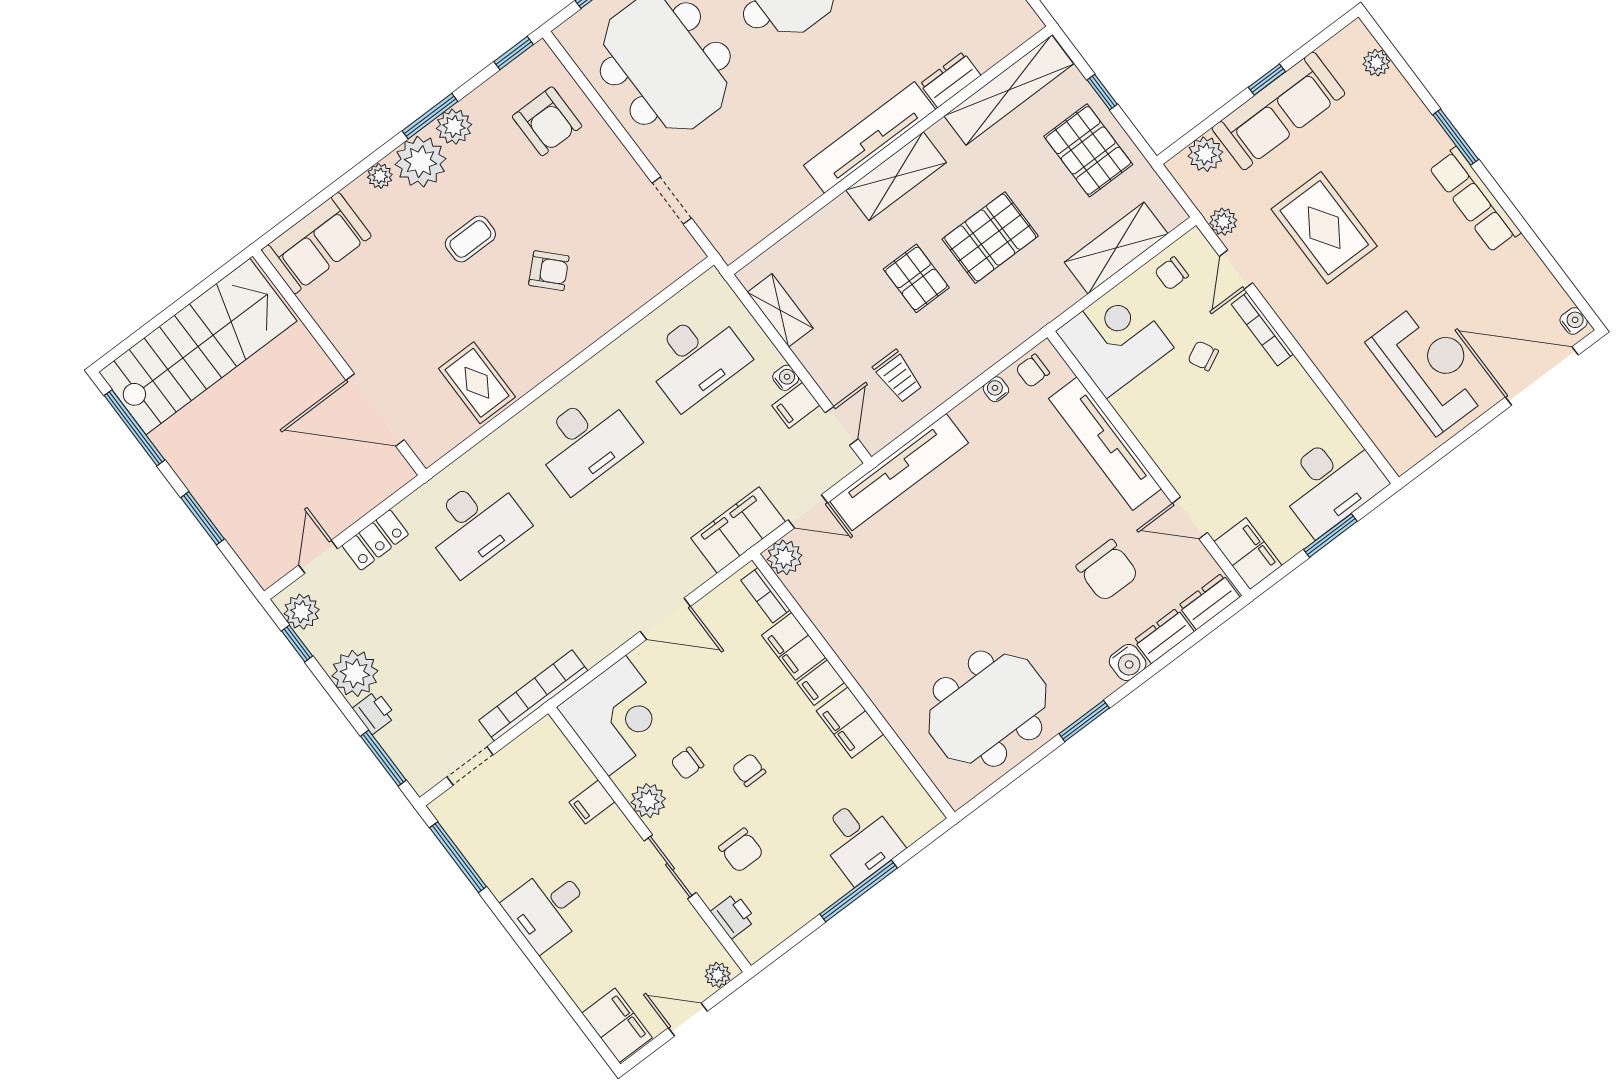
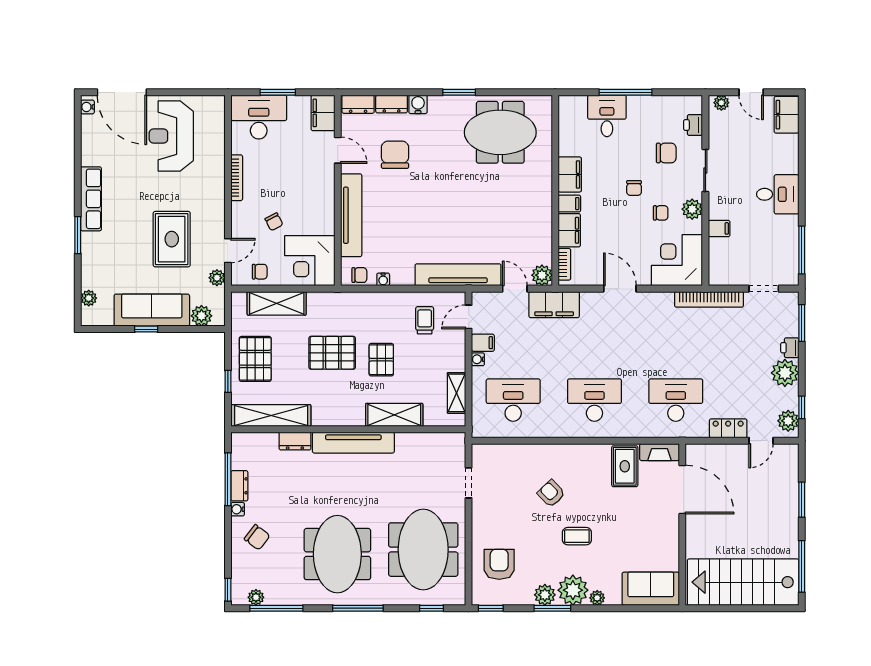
shelving: (896, 176) -> (394, 415), moved
bookcase: (1262, 329) -> (237, 178), moved
fireplace: (444, 438) -> (660, 452), added
chair: (741, 850) -> (666, 153), turned 90

